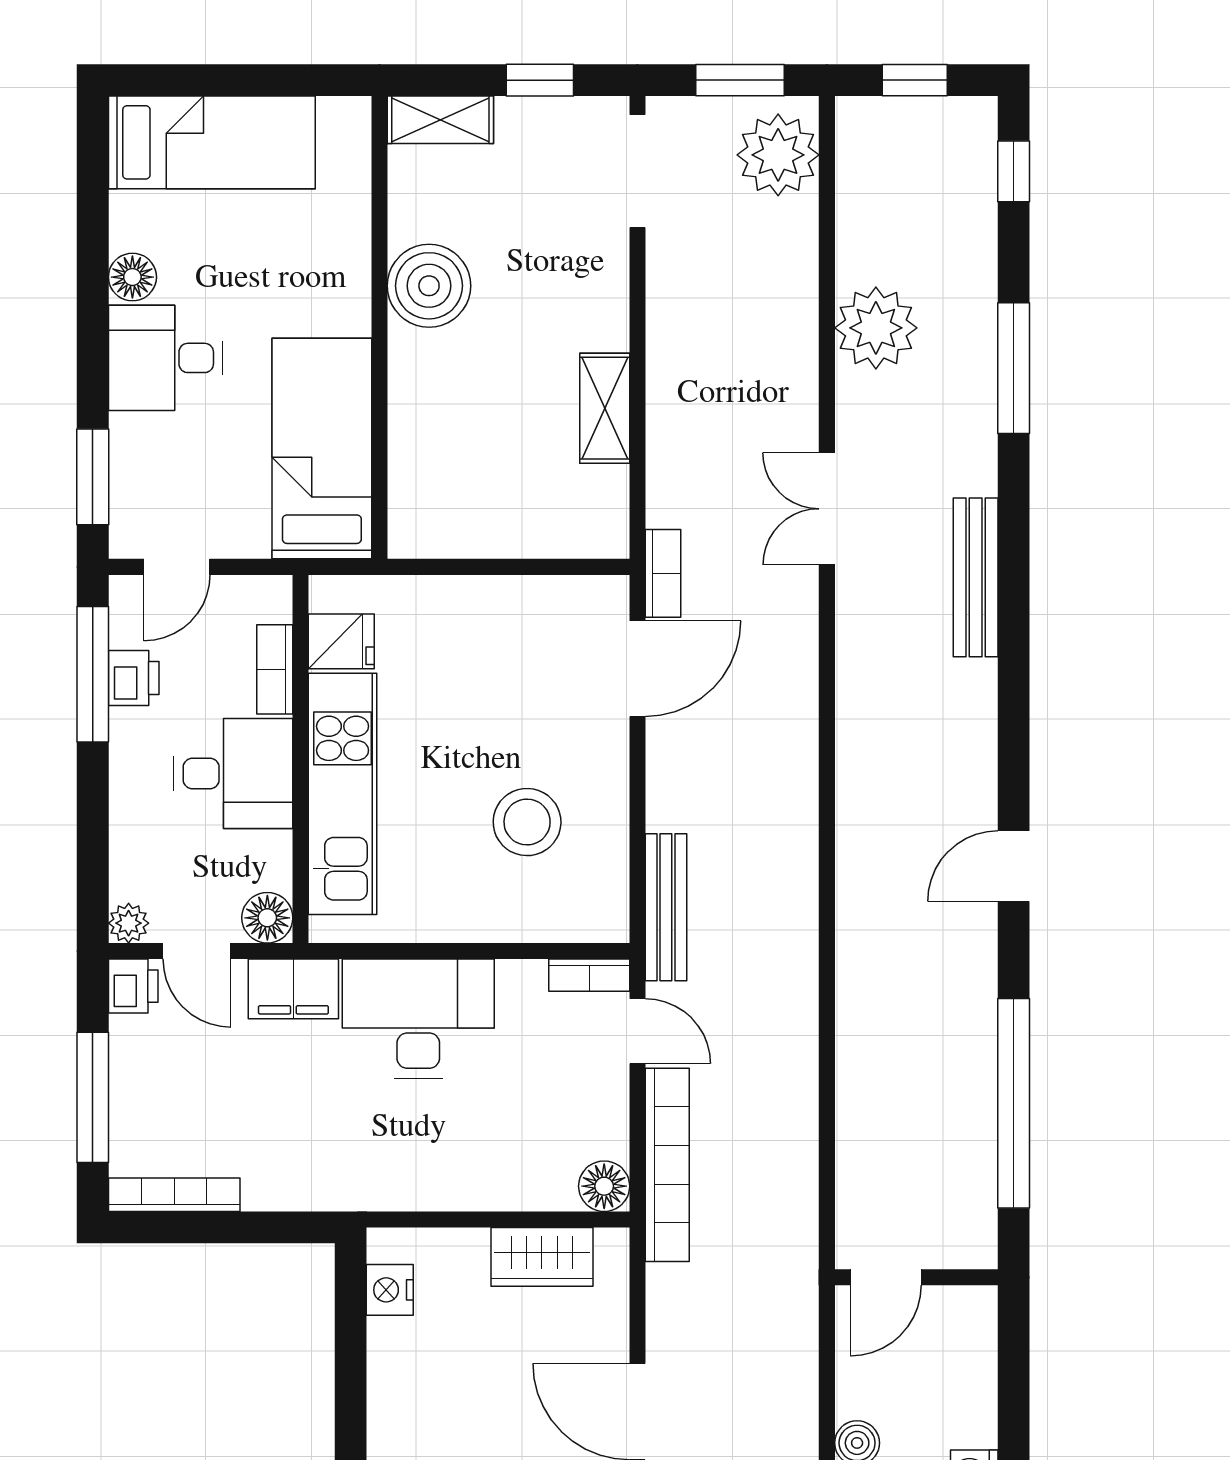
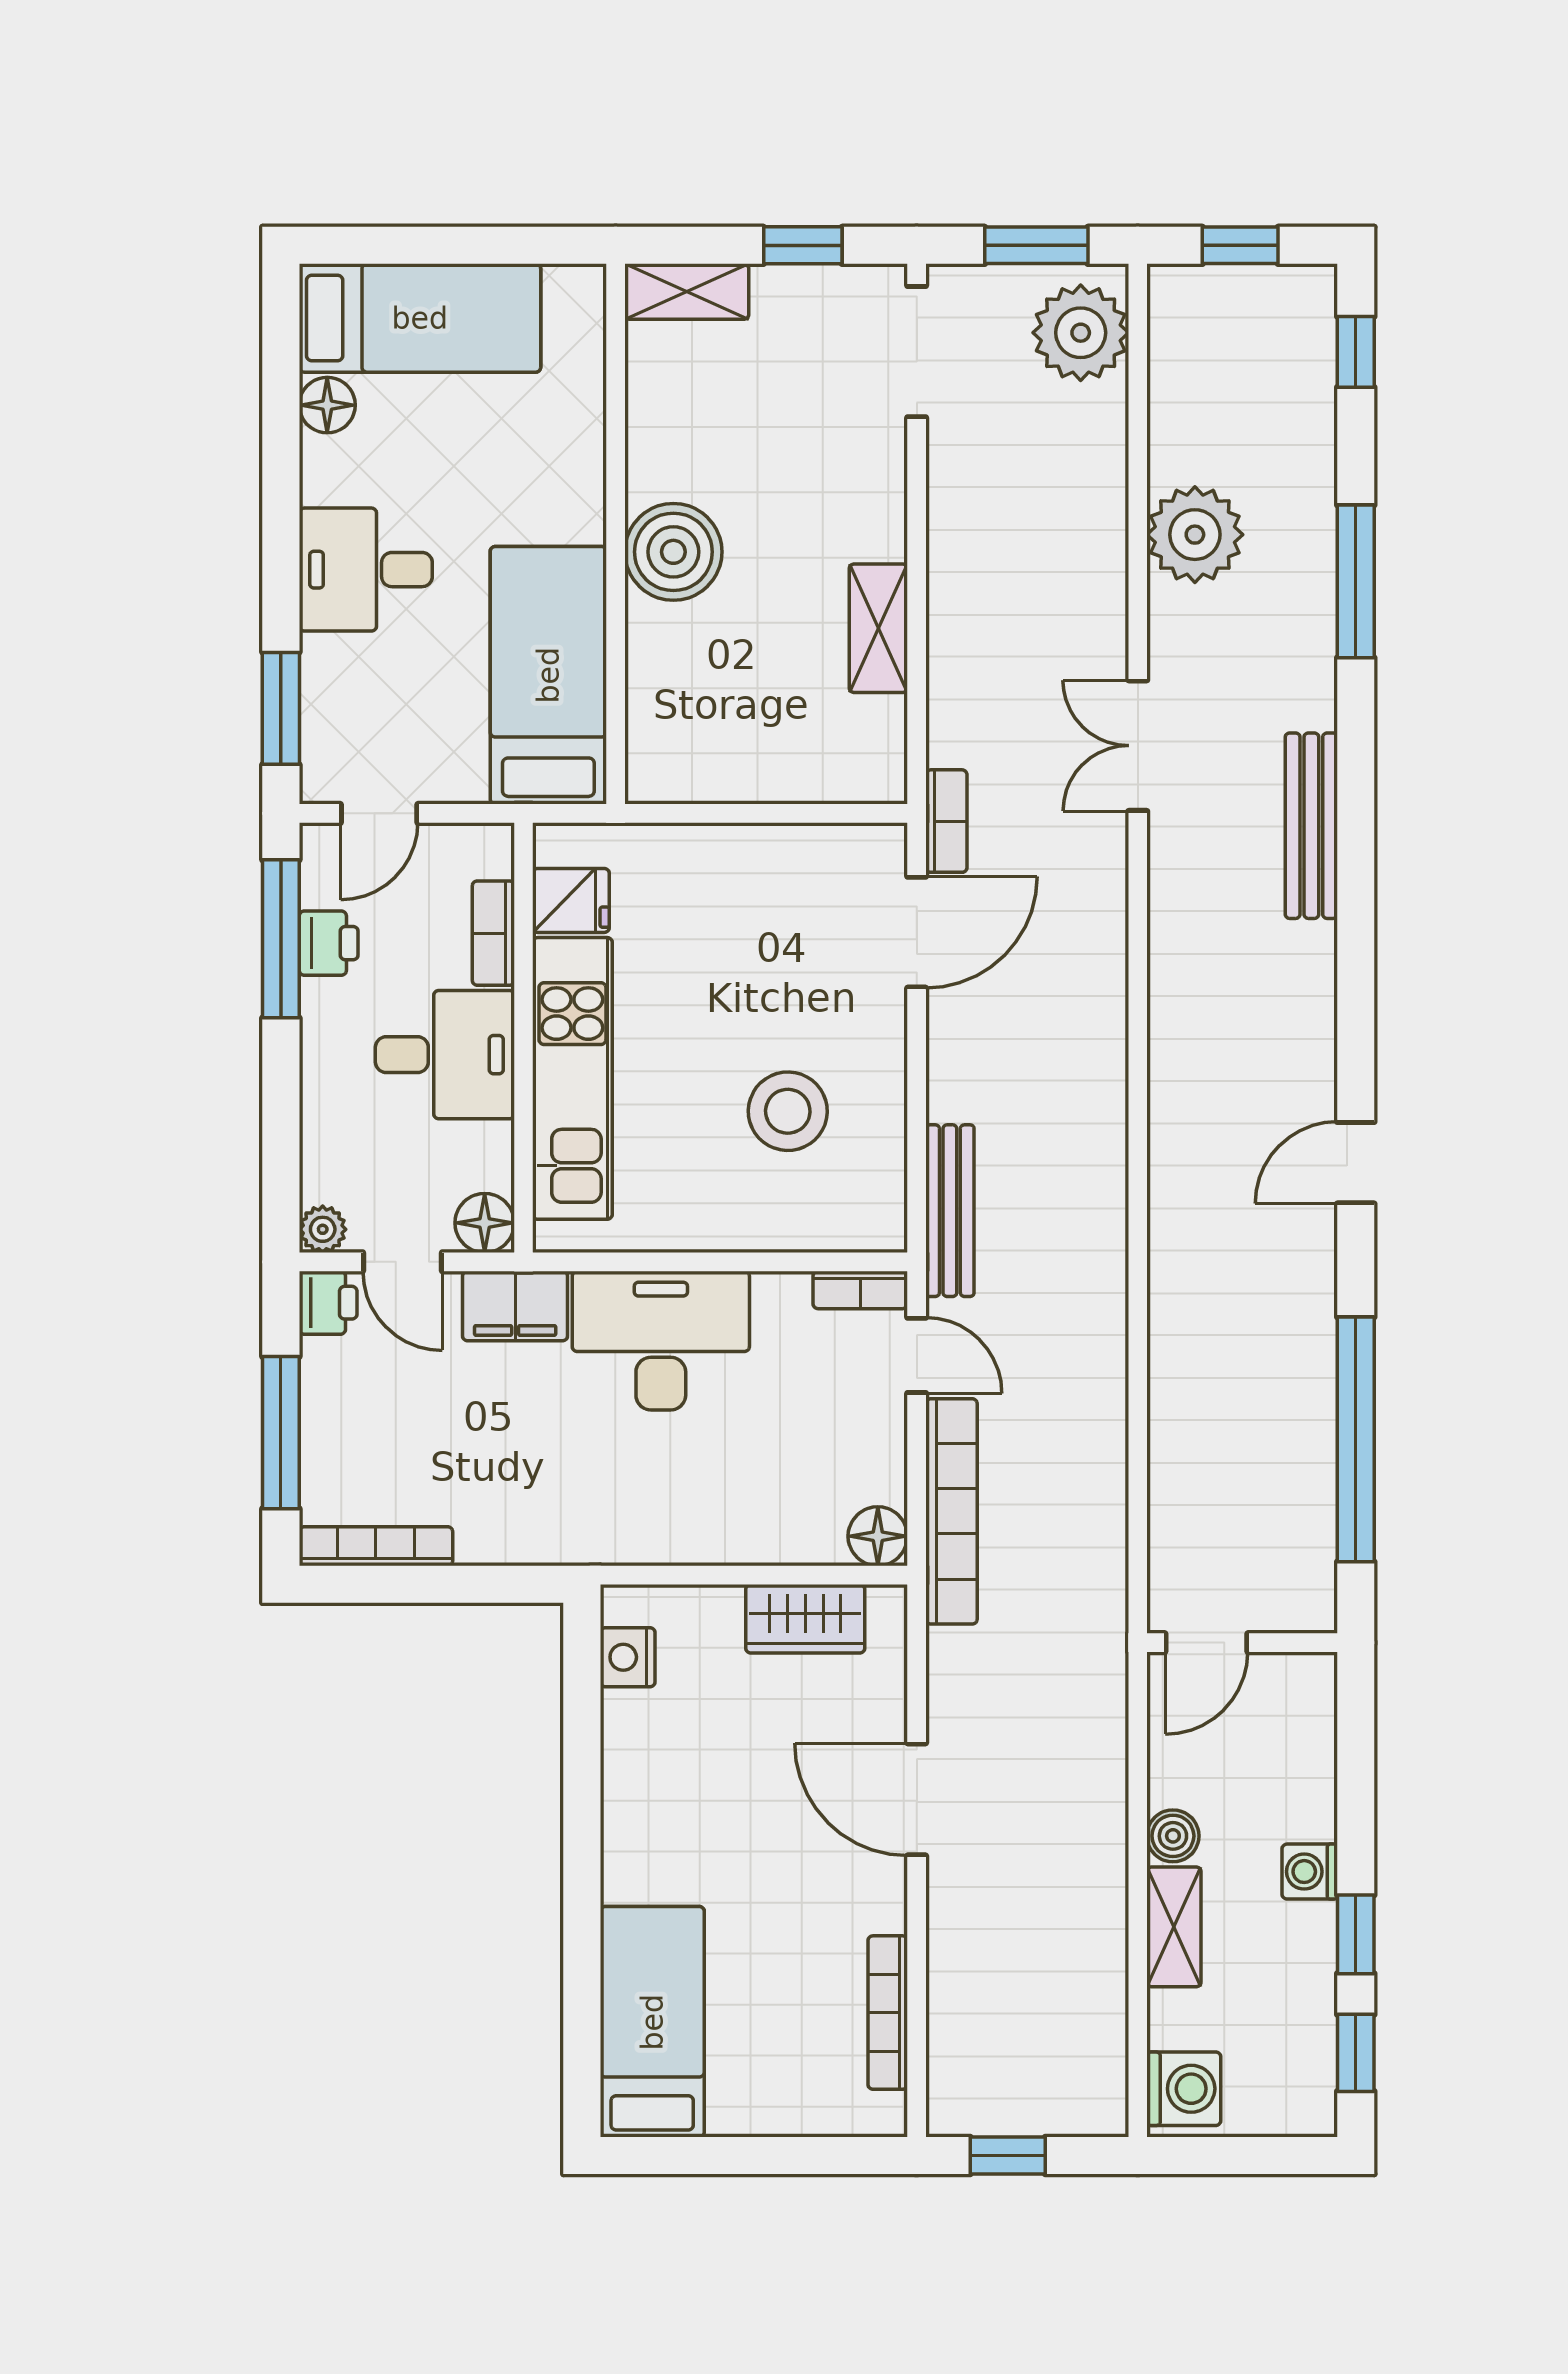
floor lamp: (132, 277) -> (327, 405), moved
boiler: (429, 286) -> (673, 552), moved

